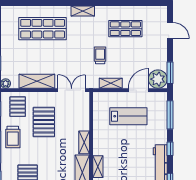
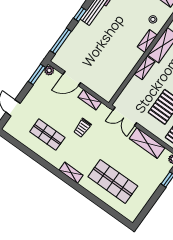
plant: (158, 79) -> (49, 70), width x0.53, depth x0.53
lab bench: (128, 116) -> (94, 64), removed

